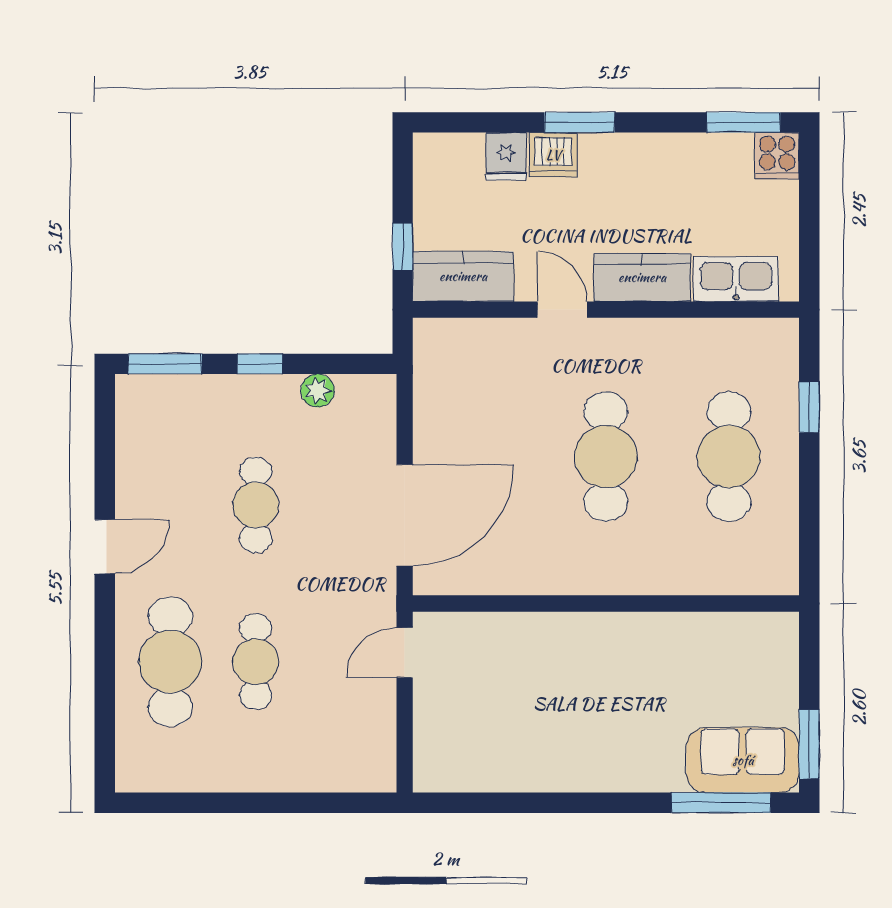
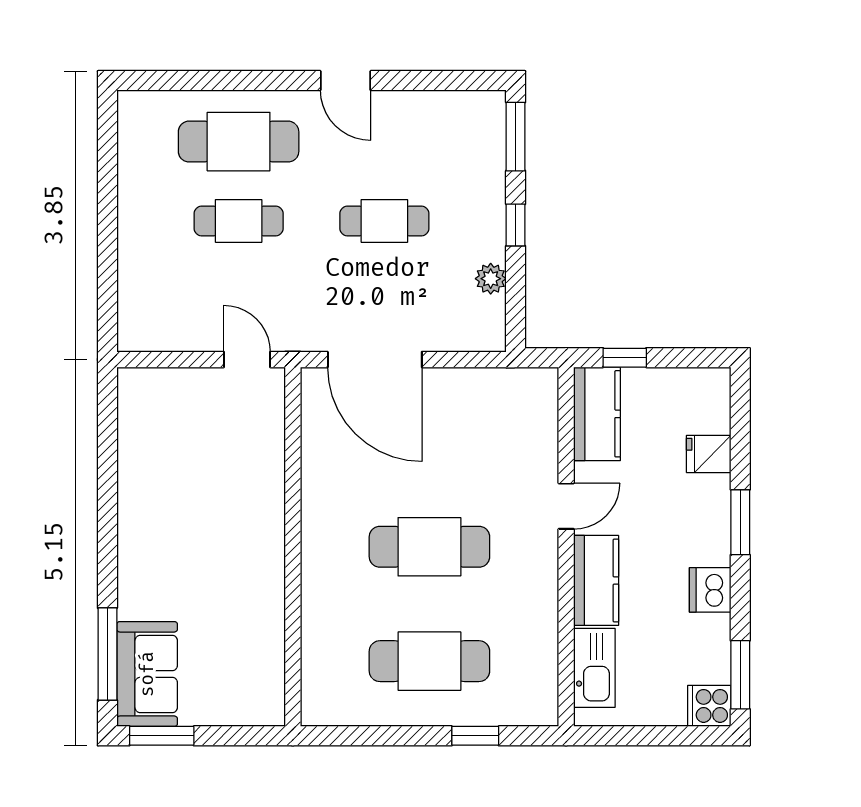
dishwasher: (553, 155) -> (710, 590), moved

